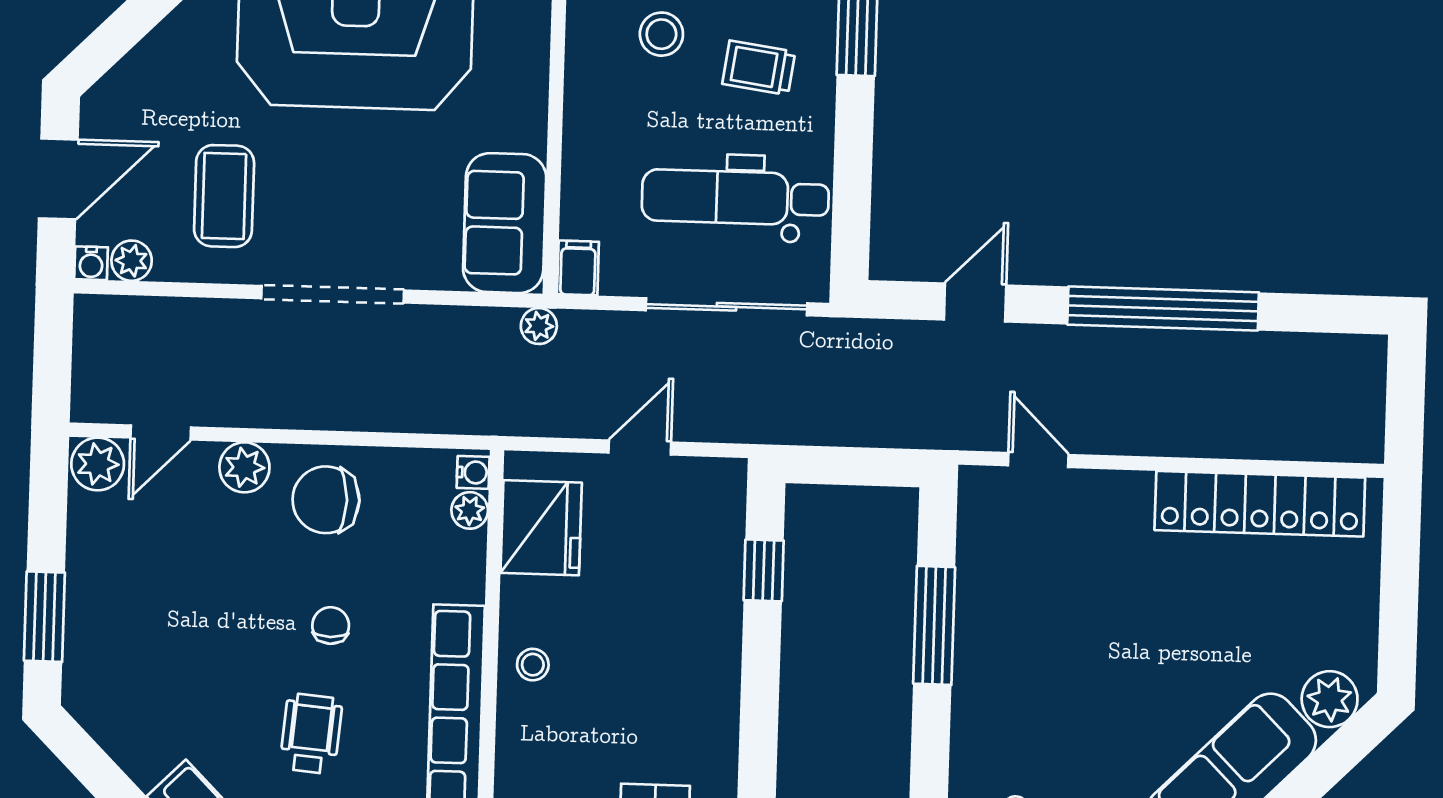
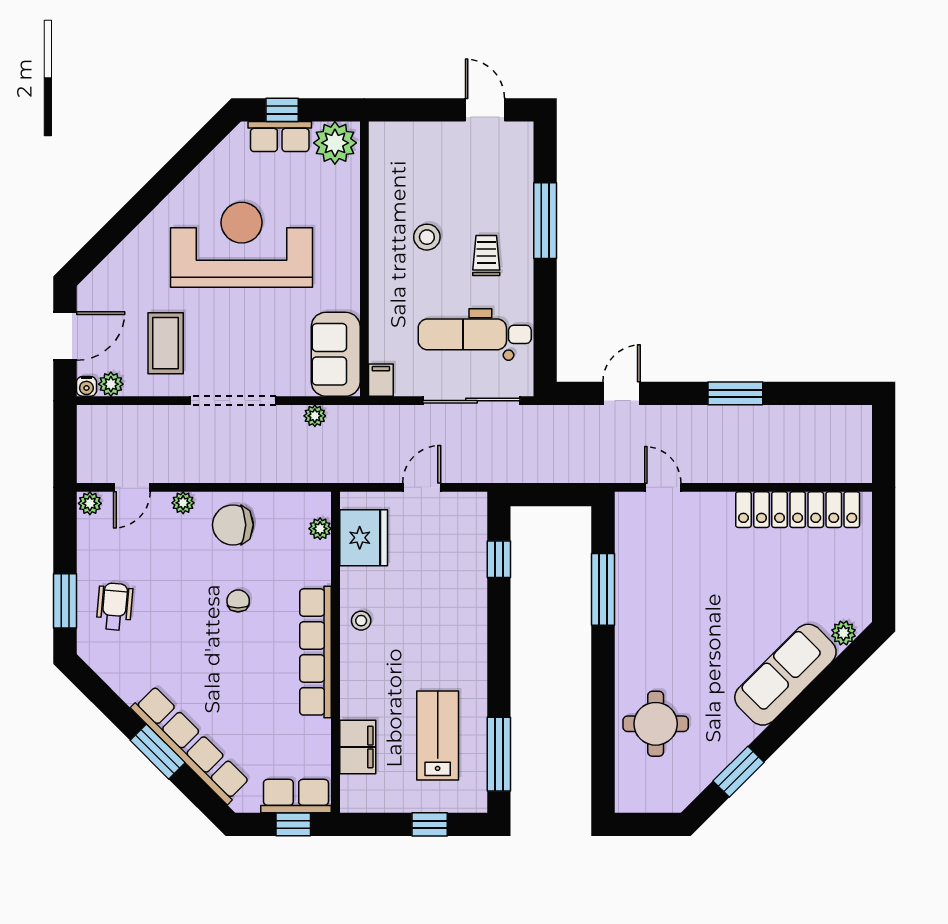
trolley: (759, 68) -> (486, 256), turned 82
window: (1163, 308) -> (735, 393), width x0.47
plant: (539, 326) -> (315, 416), moved
plant: (98, 464) -> (90, 503), width x0.73, depth x0.73
plant: (244, 467) -> (183, 503), width x0.73, depth x0.73
water cooler: (473, 472) -> (321, 506), removed
plant: (1330, 699) -> (843, 633), width x0.73, depth x0.73
wheelchair: (311, 734) -> (115, 607), moved

